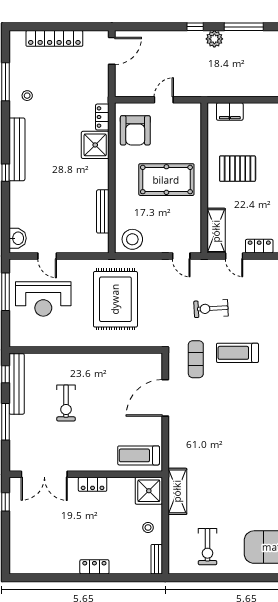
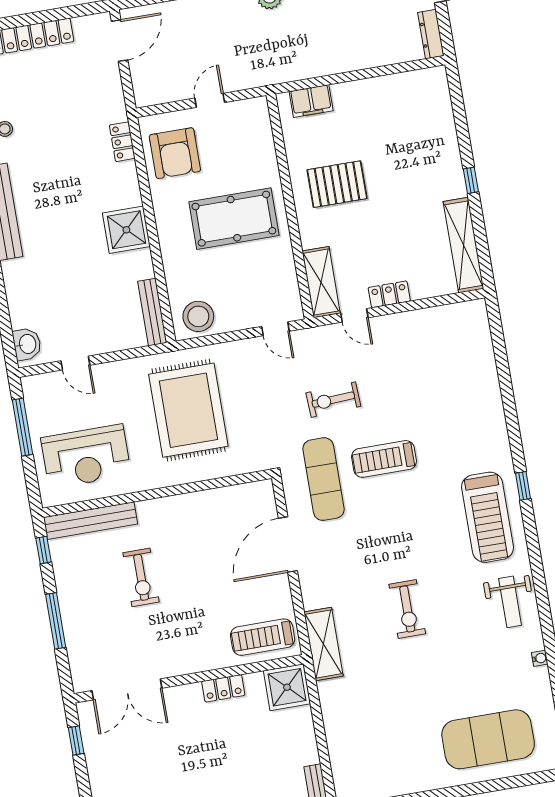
shower: (95, 145) -> (126, 230), moved
bench: (103, 211) -> (152, 312), moved
reception desk: (43, 299) -> (86, 456), moved
exercise mat: (196, 359) -> (323, 479), width x1.36, depth x1.45
bench: (17, 384) -> (91, 521), moved, turned 90
locker: (93, 484) -> (223, 688), moved
shelving: (177, 491) -> (323, 644), moved
stool: (148, 527) -> (295, 742), removed
exercise bike: (208, 547) -> (407, 609), moved

